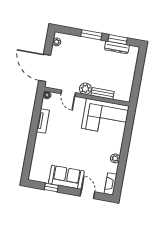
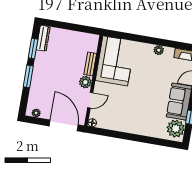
dresser: (117, 47) -> (43, 38), moved
door: (45, 68) -> (64, 125), swing flipped
tv unit: (43, 121) -> (120, 127), removed
plant: (41, 174) -> (176, 129), added

